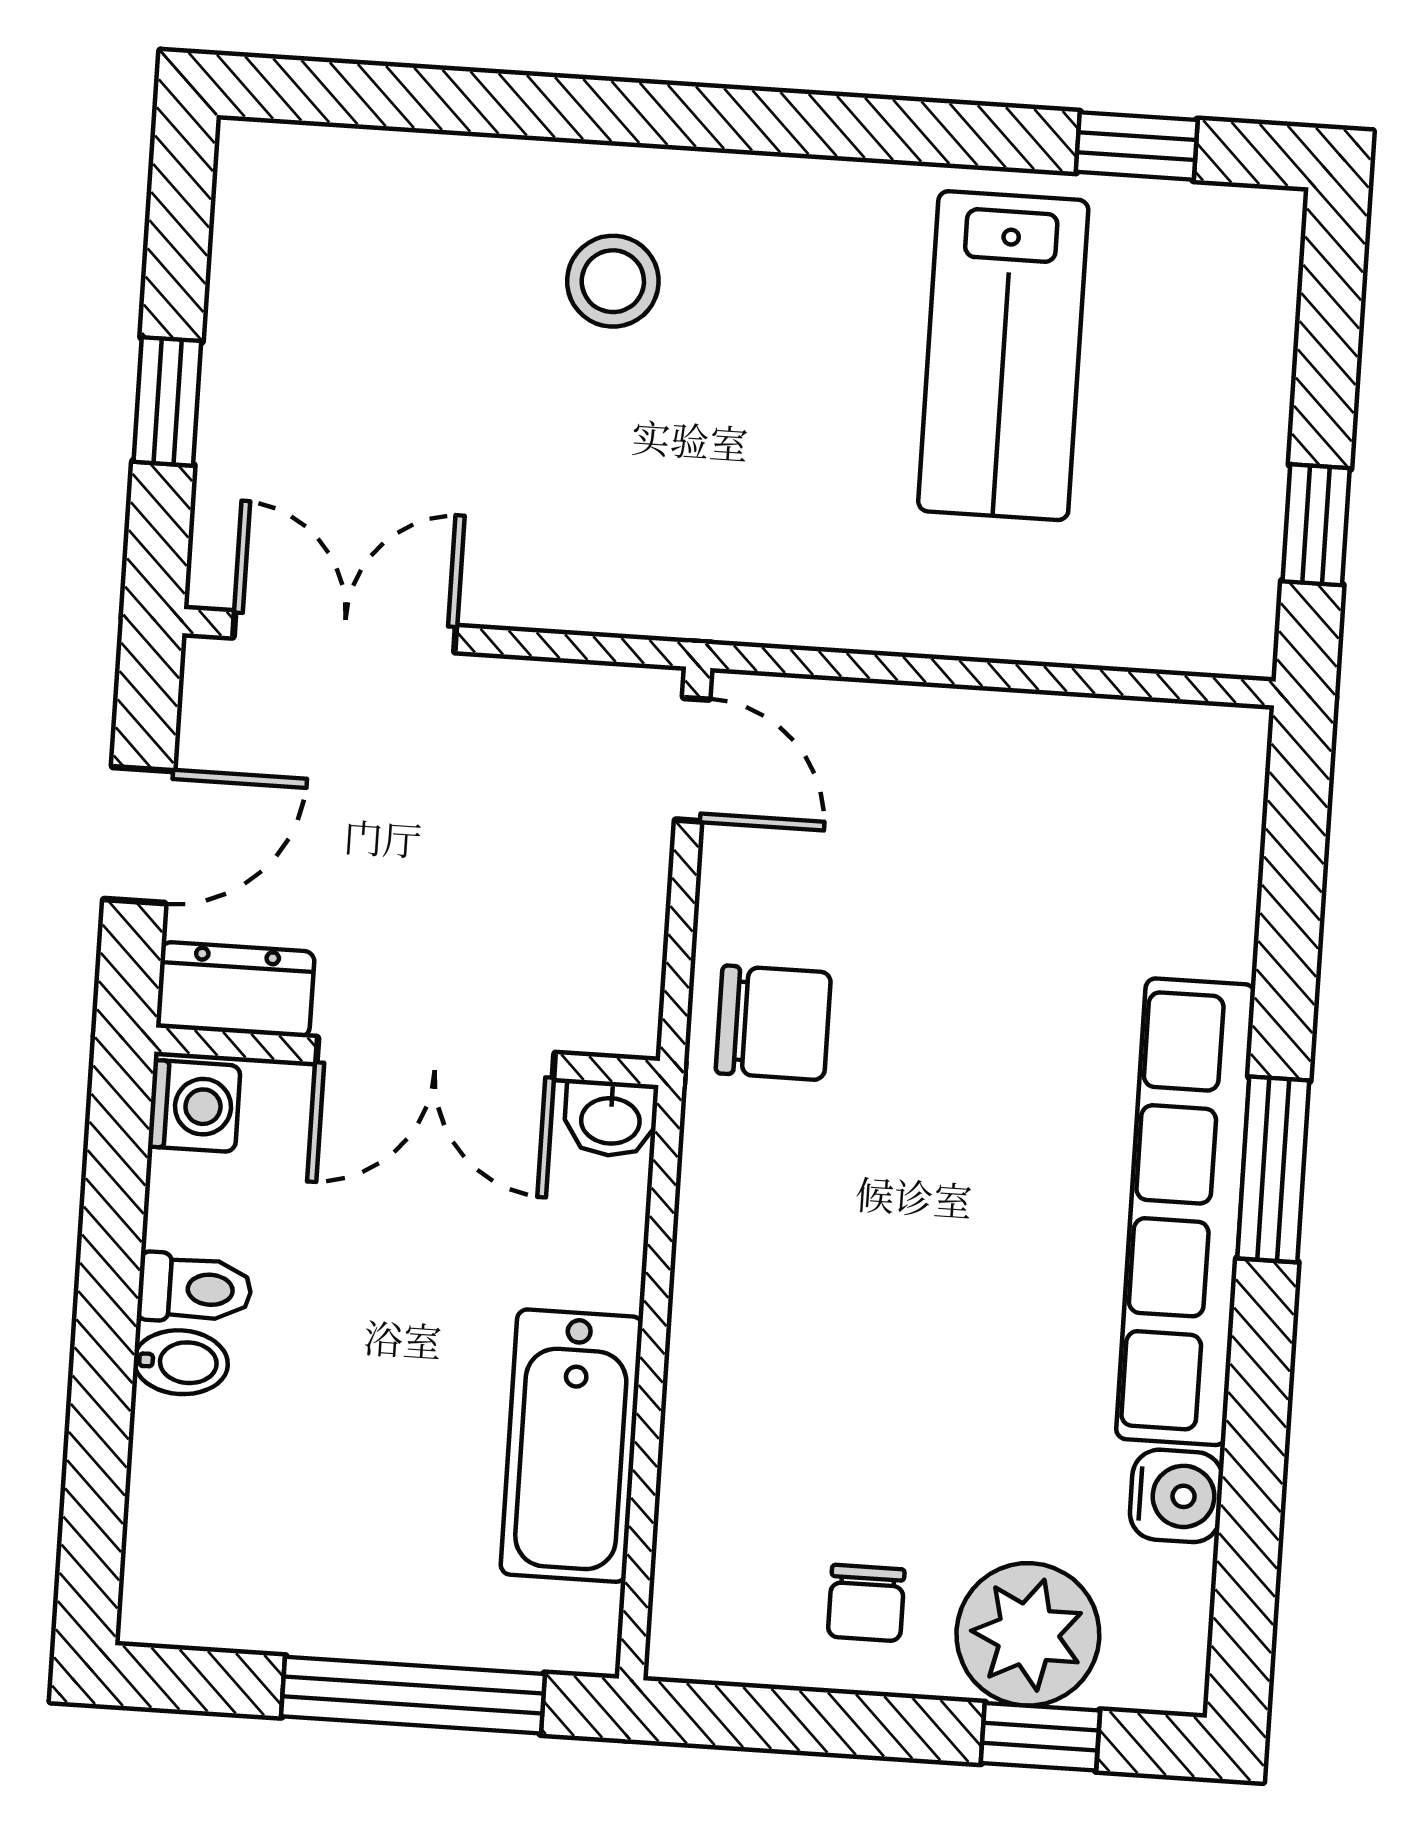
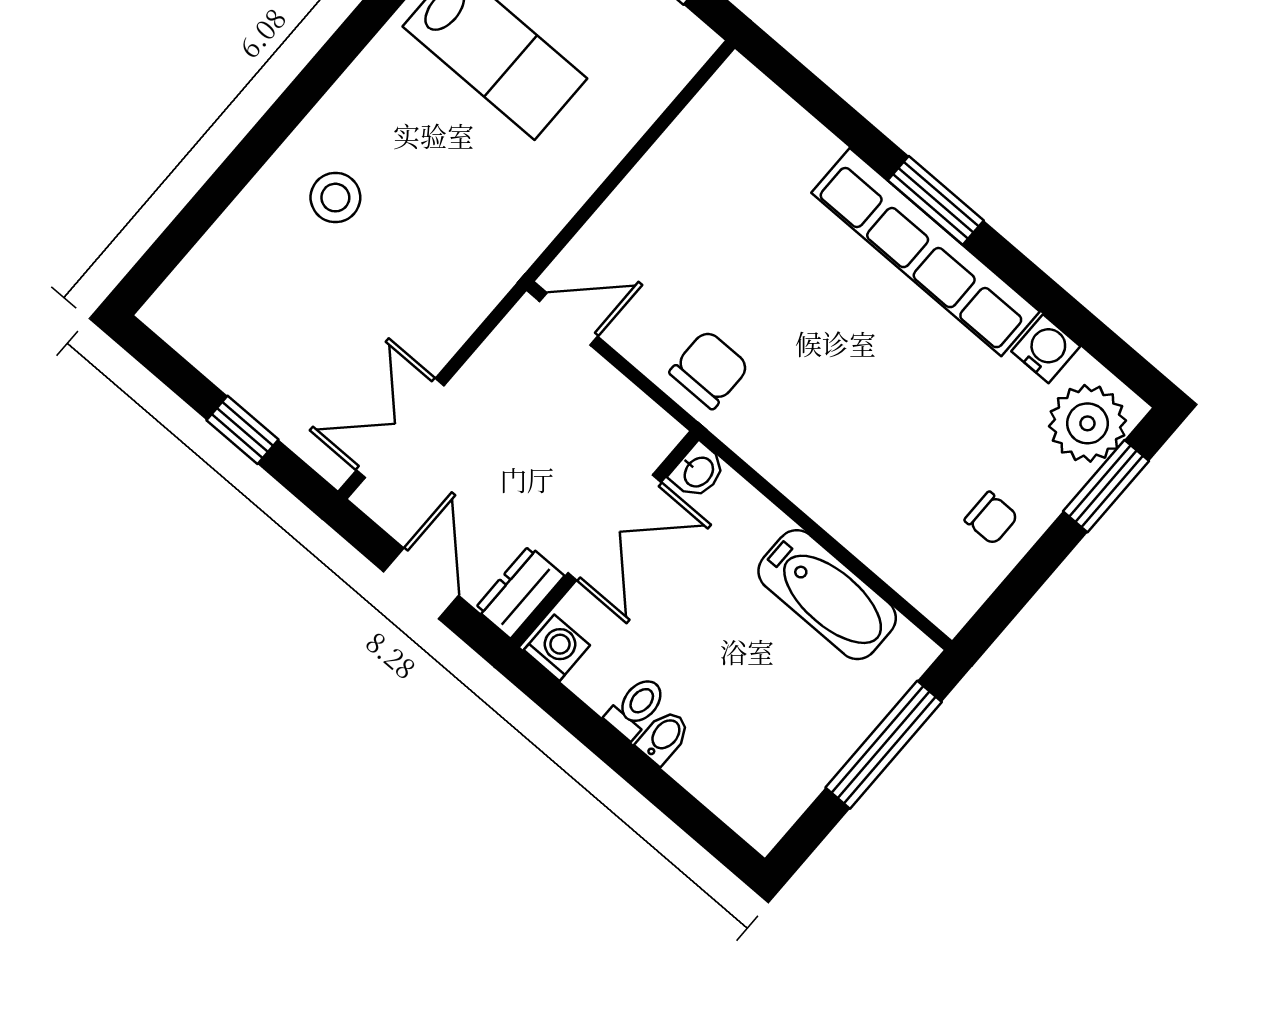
plant: (1028, 1634) -> (1087, 423), moved
window: (1040, 1737) -> (1106, 486), width x1.50

